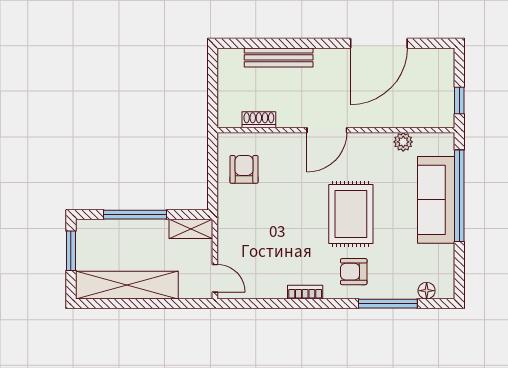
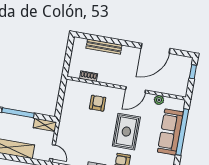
window: (459, 100) -> (193, 72), moved
door: (327, 130) -> (136, 90), moved
armchair: (244, 169) -> (98, 103), moved

